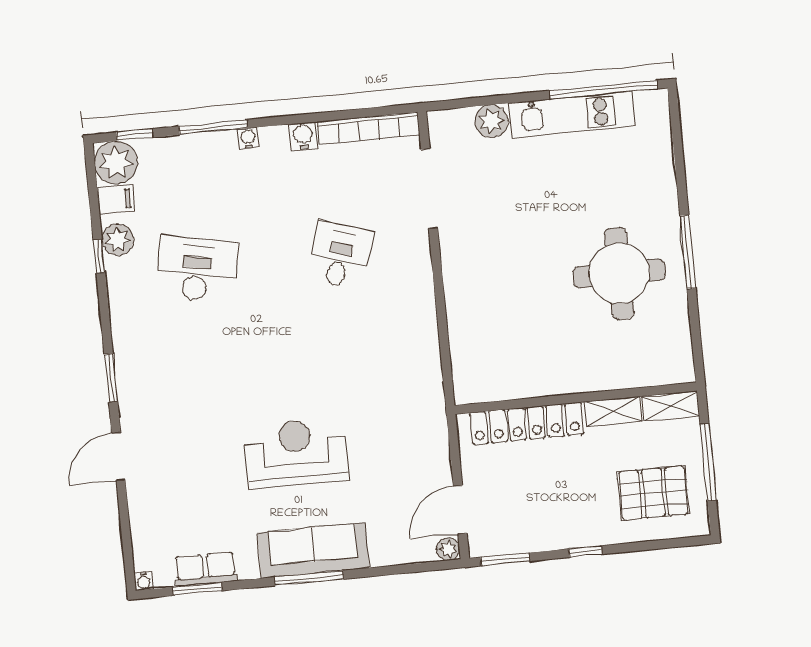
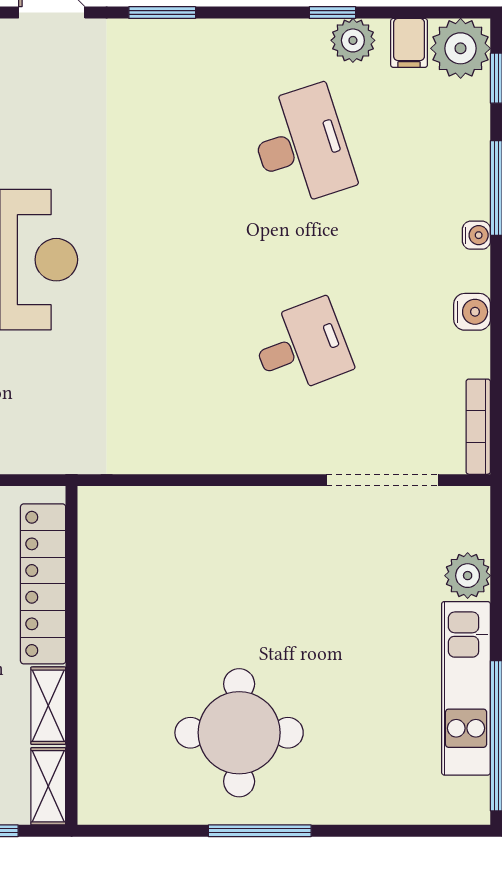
bookcase: (369, 128) -> (478, 427), width x0.68, depth x0.76
desk: (340, 255) -> (301, 347), turned -39
desk: (196, 269) -> (301, 146), turned -30

